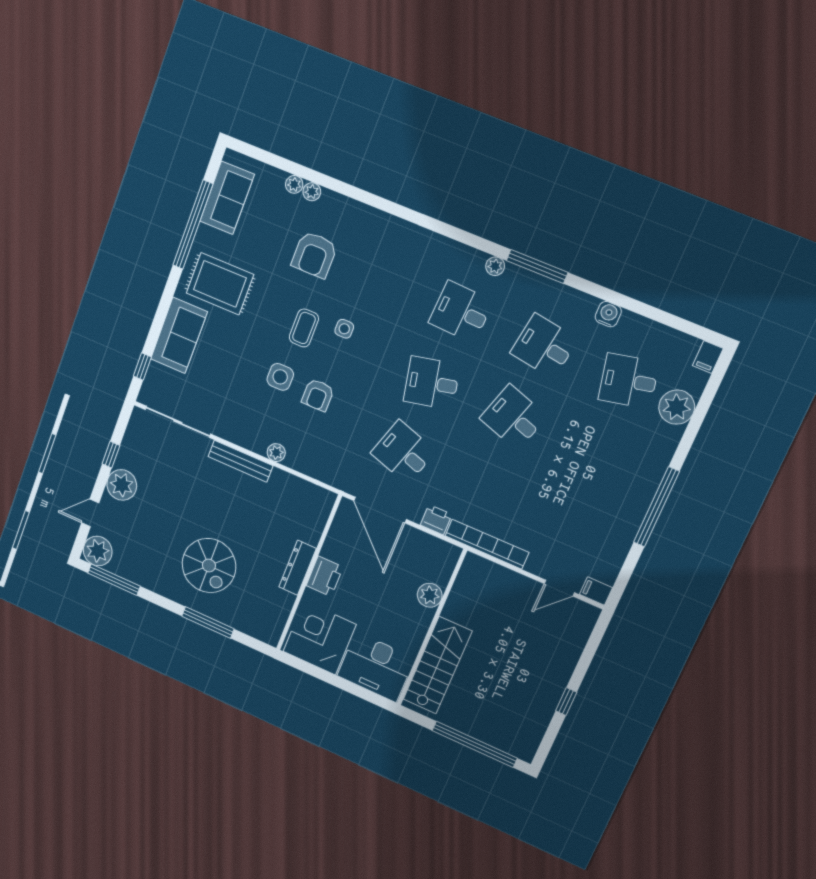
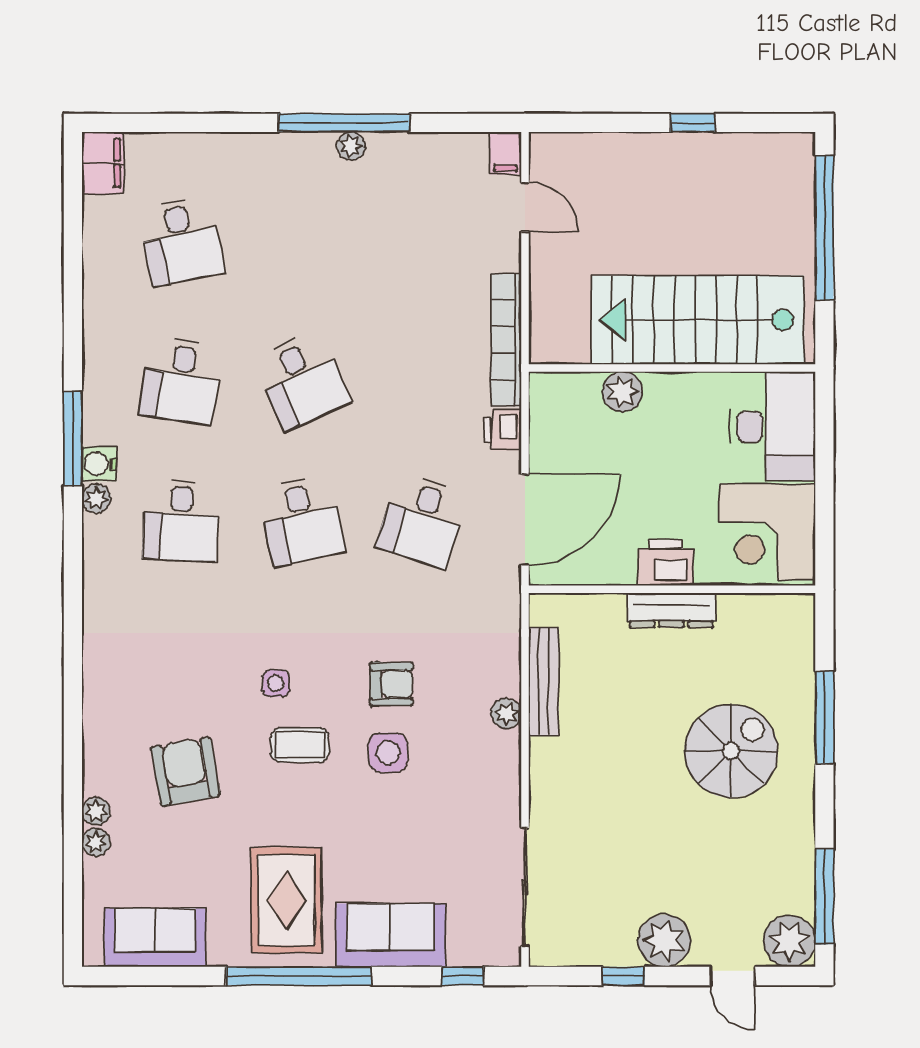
window: (193, 225) -> (299, 976), moved
armchair: (314, 255) -> (186, 772), turned -100
water cooler: (608, 314) -> (99, 464), moved
filing cabinet: (708, 357) -> (103, 163), width x2.00
plant: (677, 407) -> (351, 146), moved, width x0.53, depth x0.53
desk: (513, 417) -> (302, 381), turned -42
bench: (241, 461) -> (544, 681), moved
stairs: (438, 665) -> (698, 320), width x1.36, depth x1.51

